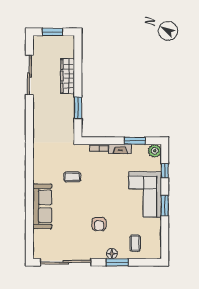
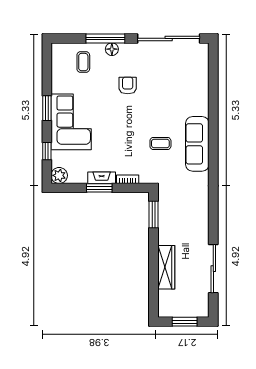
window: (78, 108) -> (153, 214), moved
window: (135, 141) -> (99, 188), moved
sofa: (42, 206) -> (197, 144), moved
window: (117, 262) -> (105, 38), width x1.44

